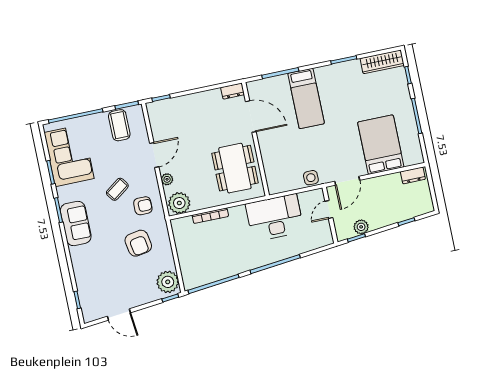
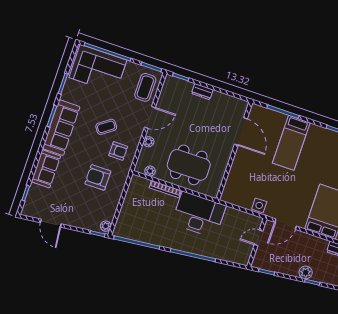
dresser: (233, 91) -> (202, 92), moved
coffee table: (119, 125) -> (145, 87), moved
corner sofa: (69, 156) -> (98, 69), moved, turned 90
dining table: (235, 168) -> (189, 165), moved, turned 90
plant: (179, 203) -> (150, 171), width x0.53, depth x0.53
desk: (275, 218) -> (199, 215), moved
sofa: (76, 223) -> (61, 128), width x1.36
plant: (361, 227) -> (306, 272), moved
armchair: (138, 243) -> (98, 177), turned 100
sofa: (83, 265) -> (46, 169), added
plant: (168, 282) -> (106, 226), width x0.53, depth x0.53

